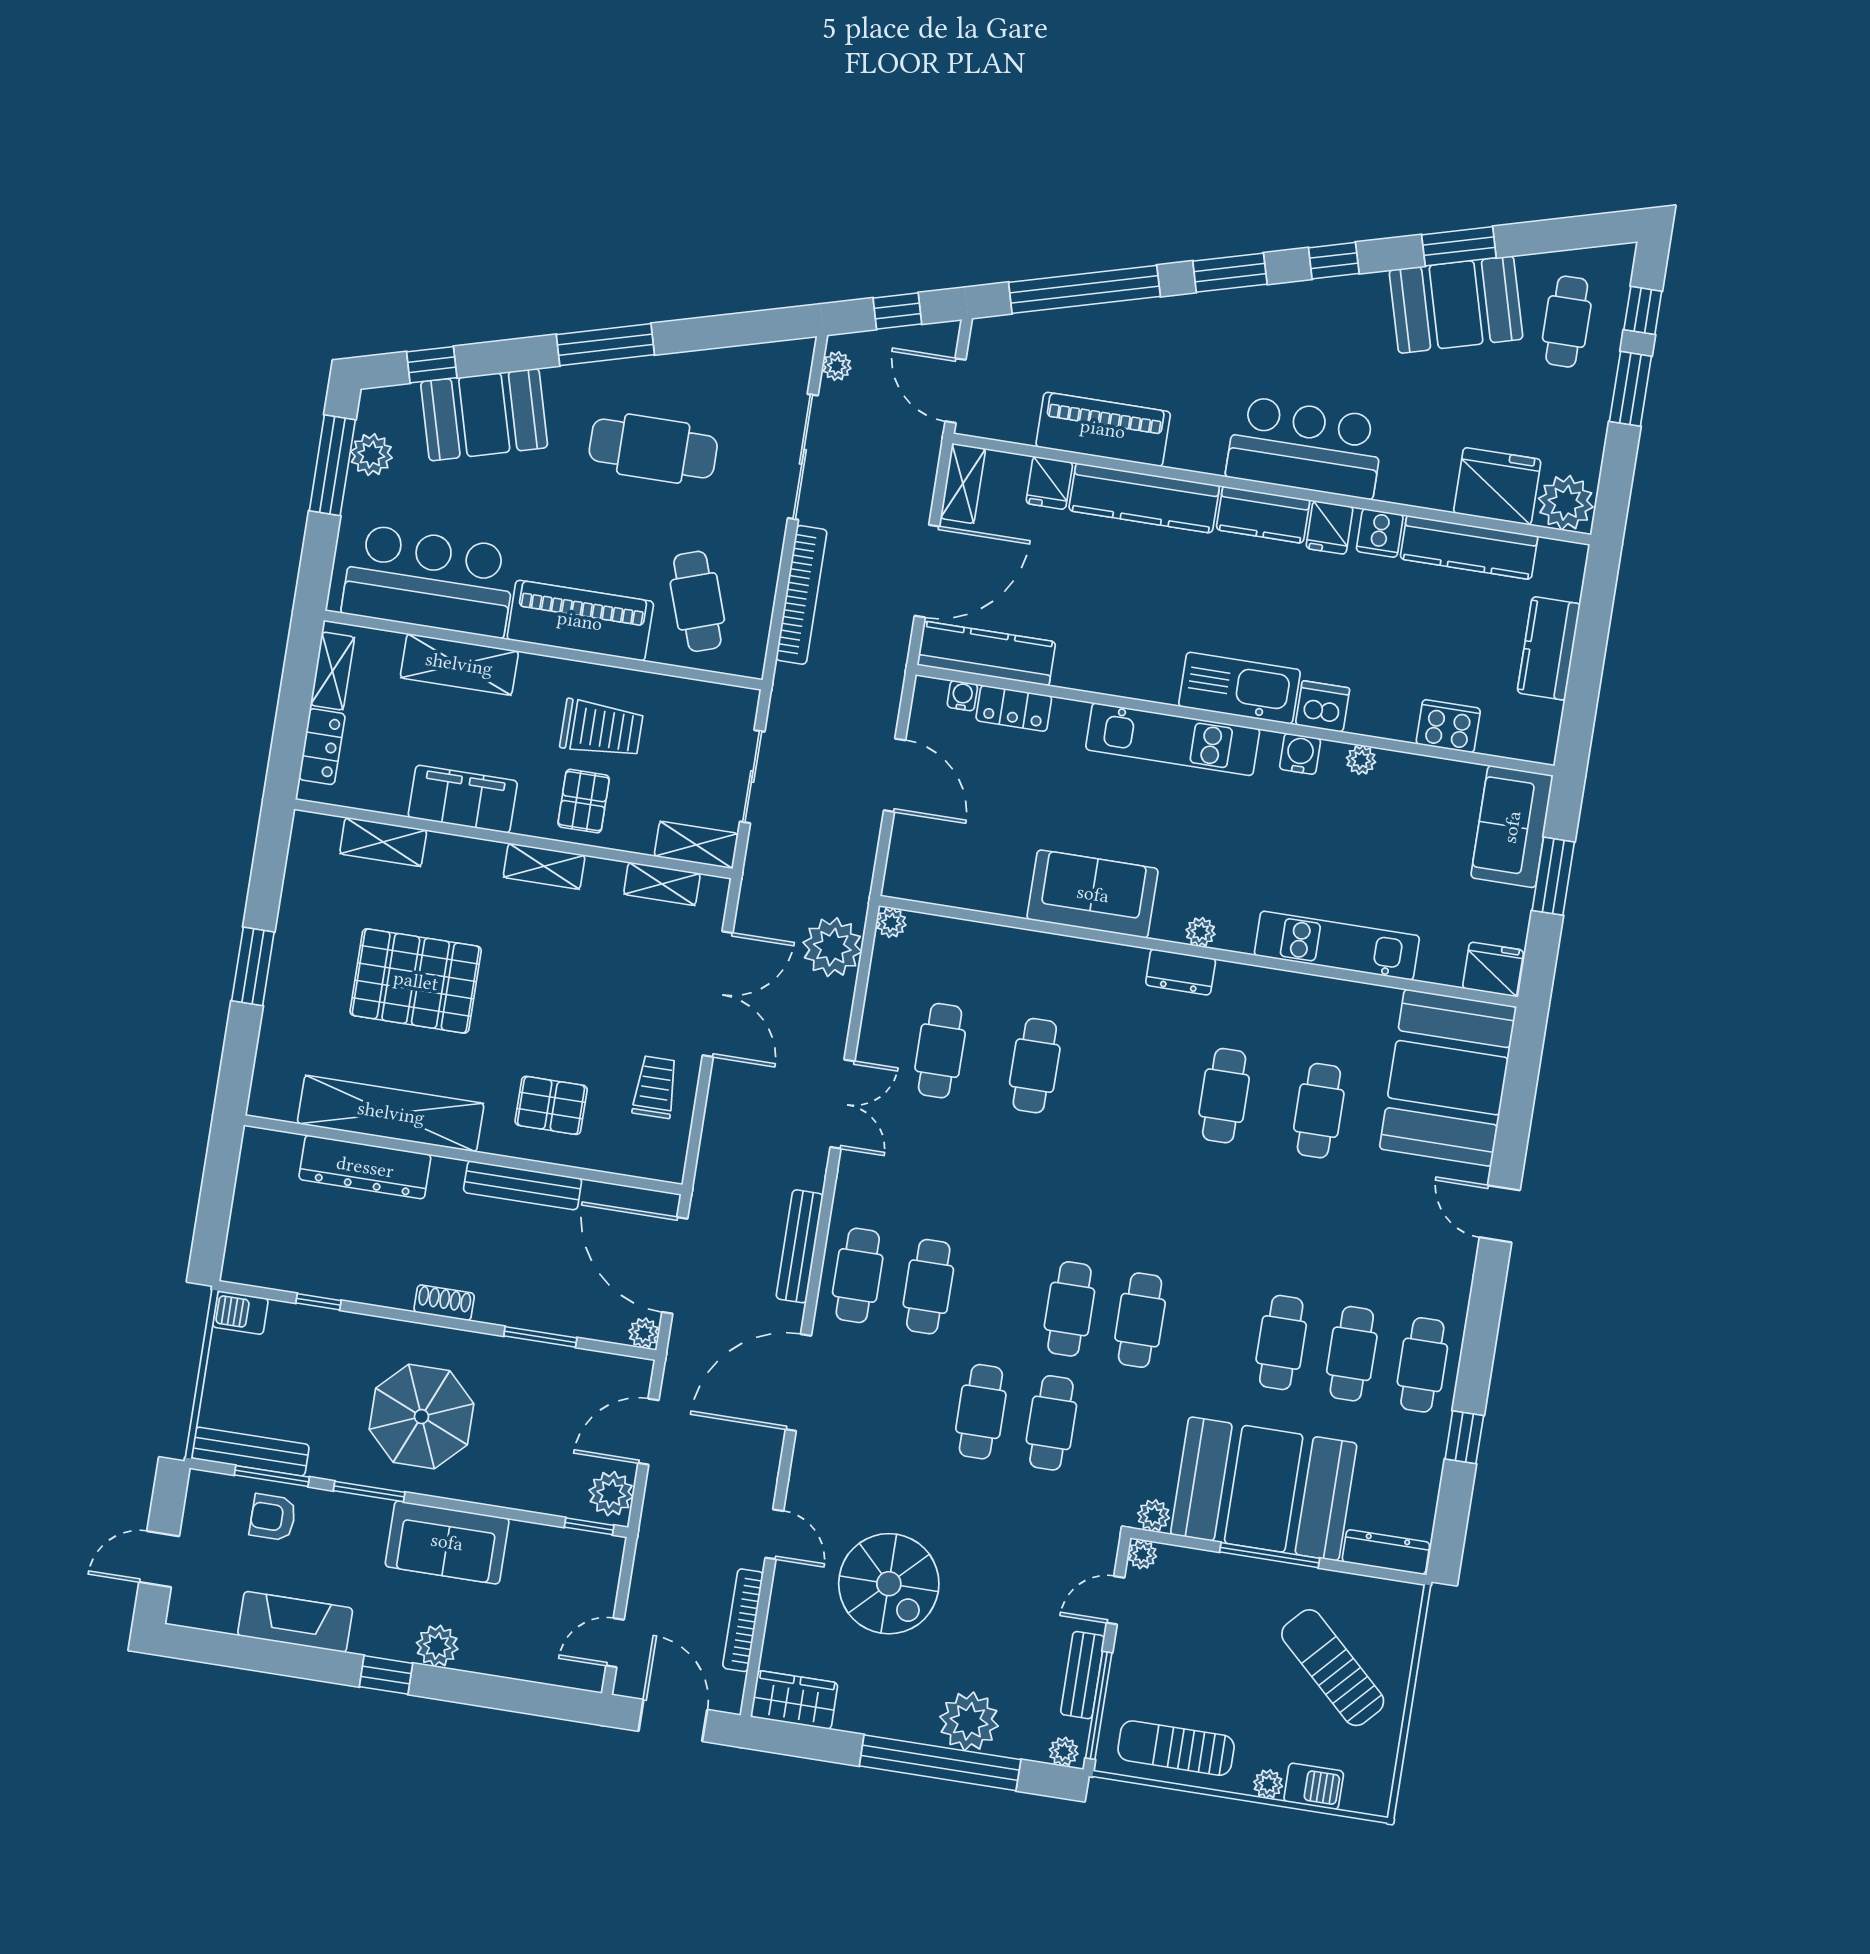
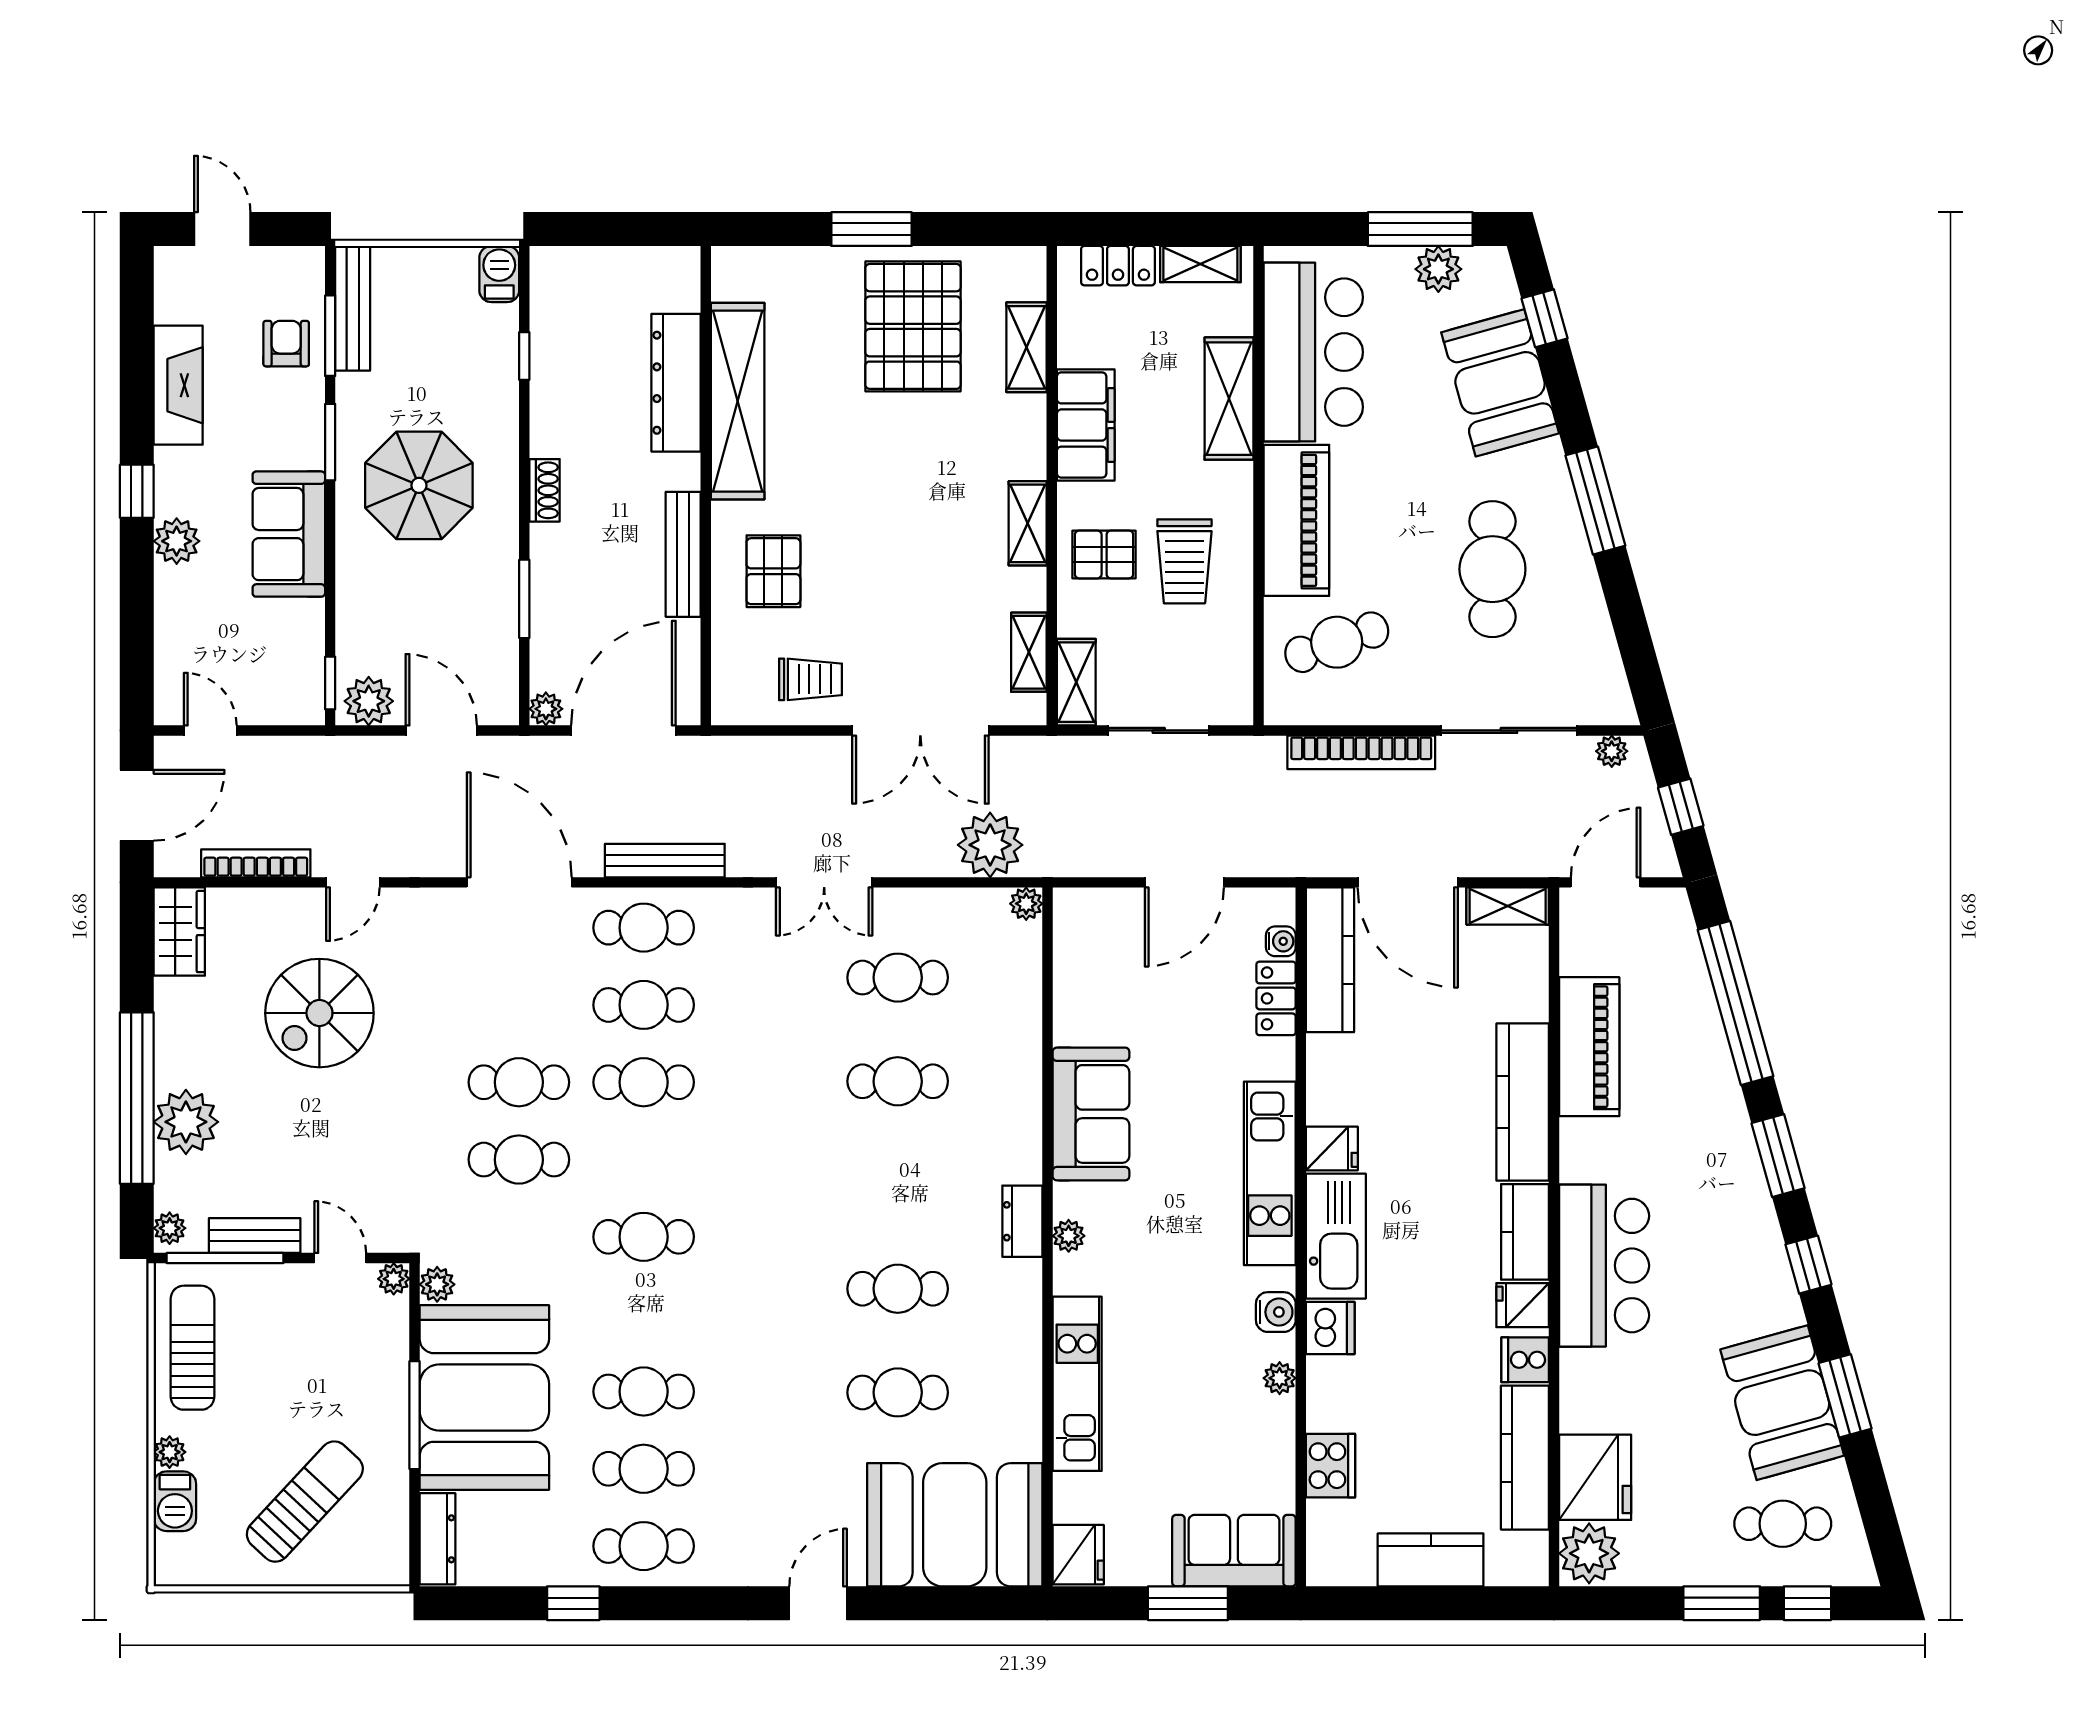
fridge: (1049, 483) -> (1332, 1148), moved, turned 180
pallet: (416, 981) -> (913, 326), moved
cafe table: (1069, 1309) -> (644, 1082), moved

